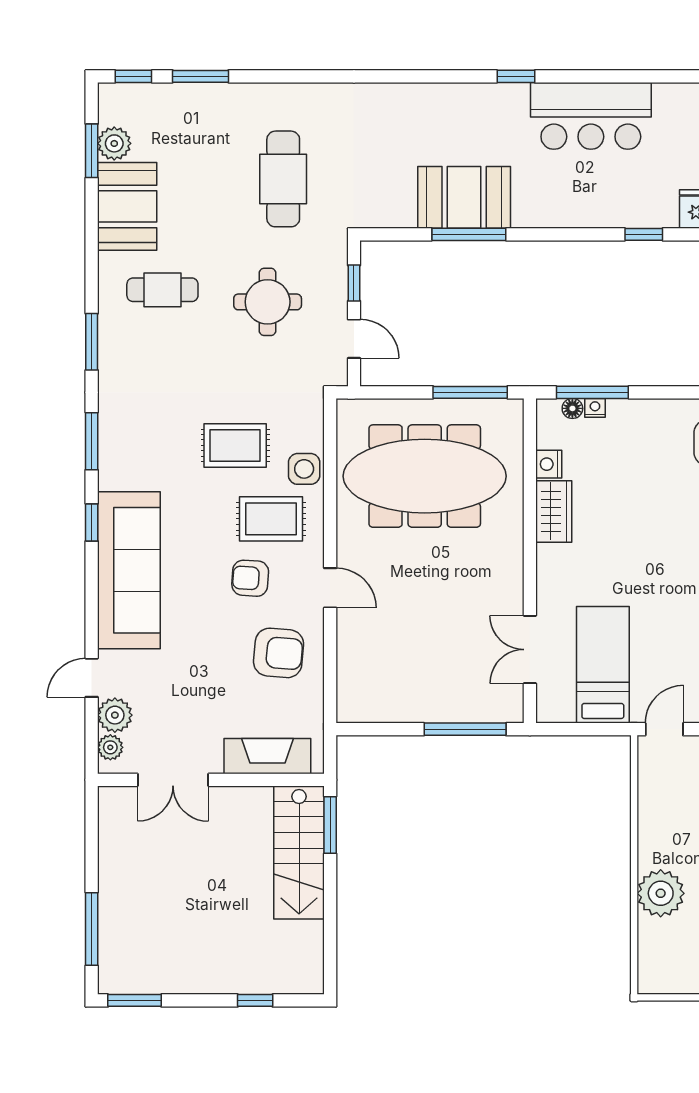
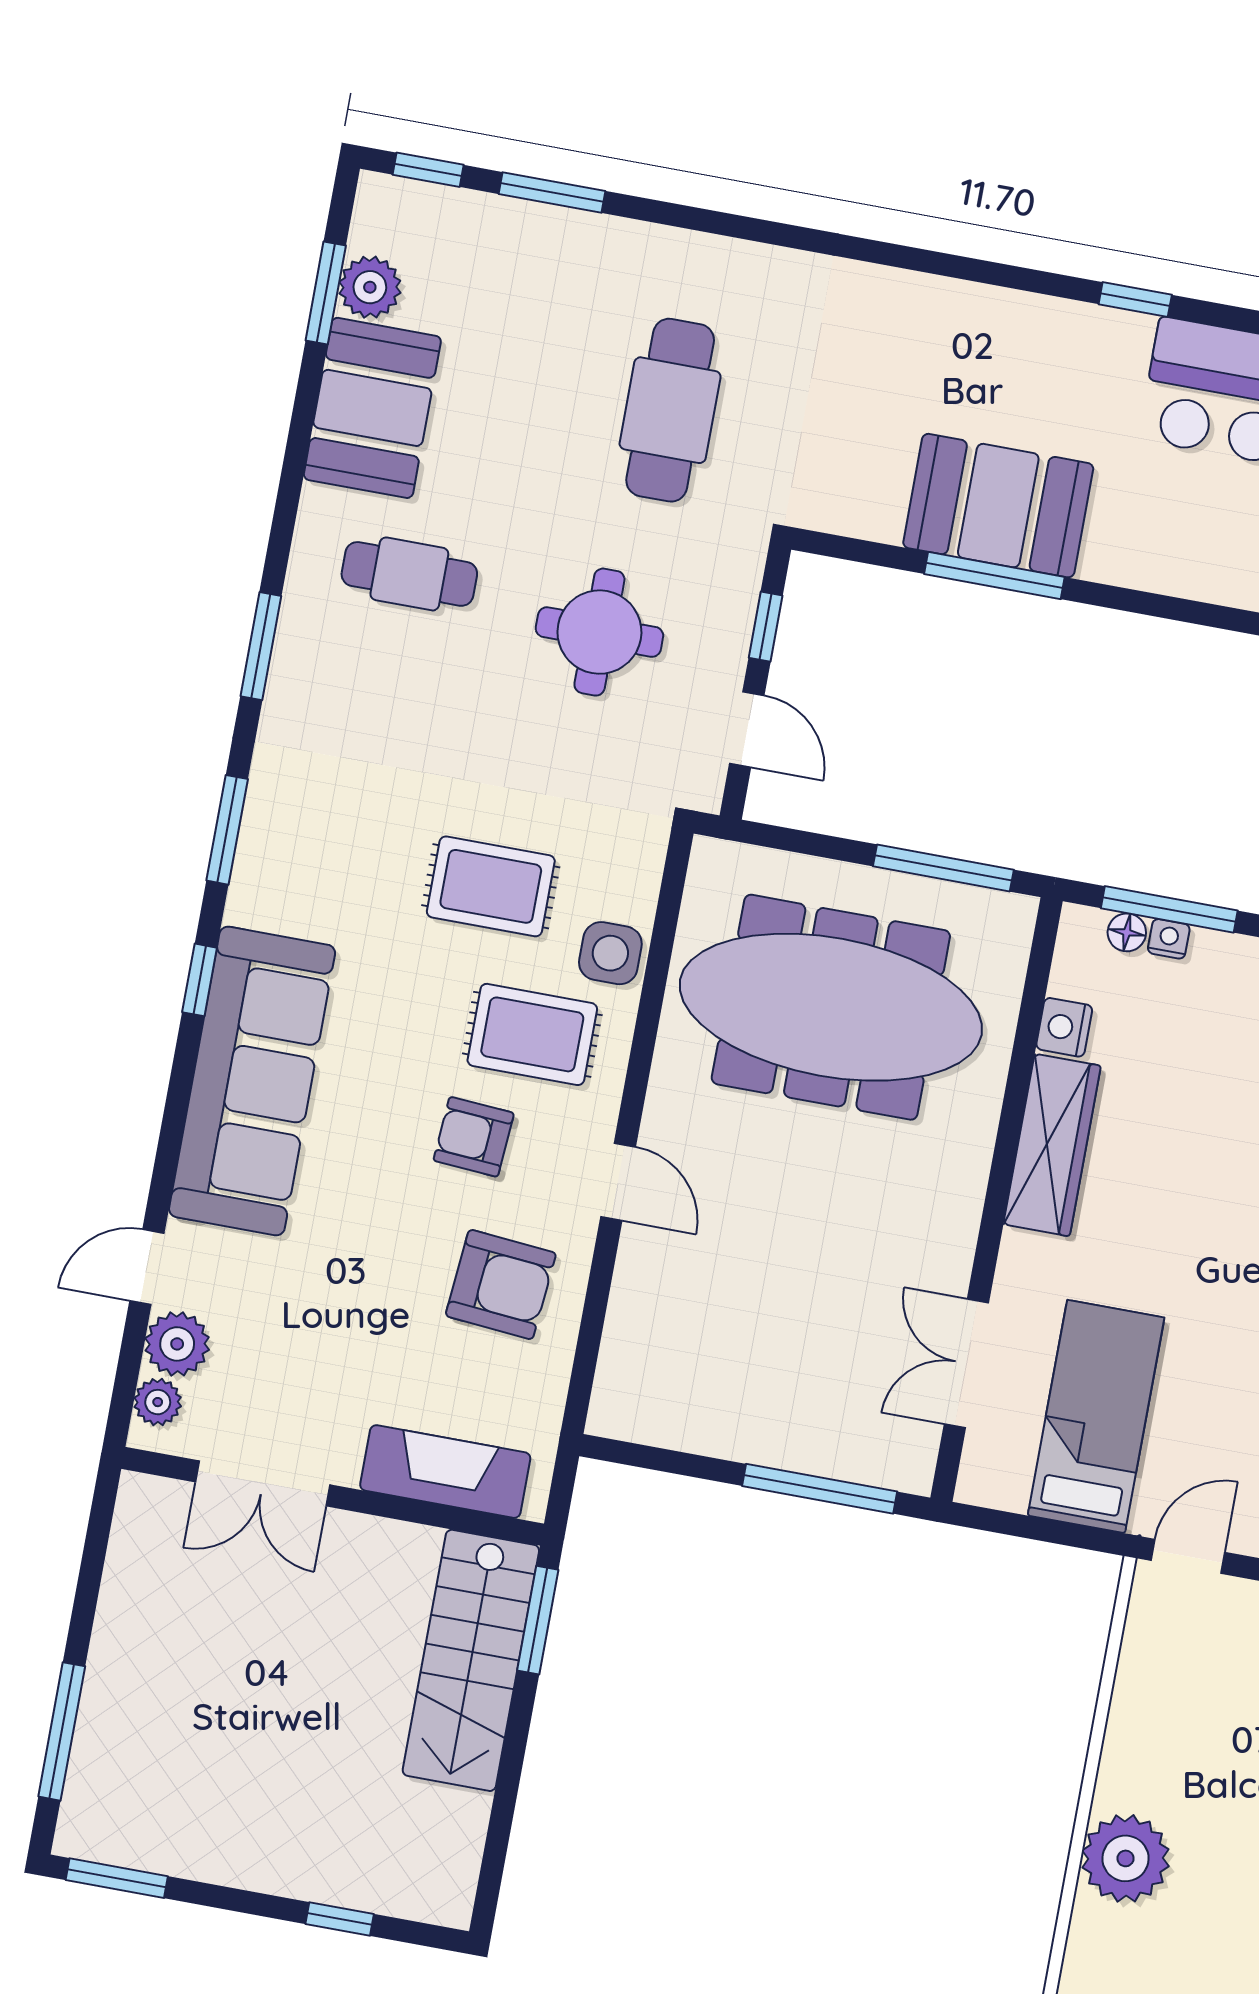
wardrobe: (554, 511) -> (1052, 1145), width x1.50

